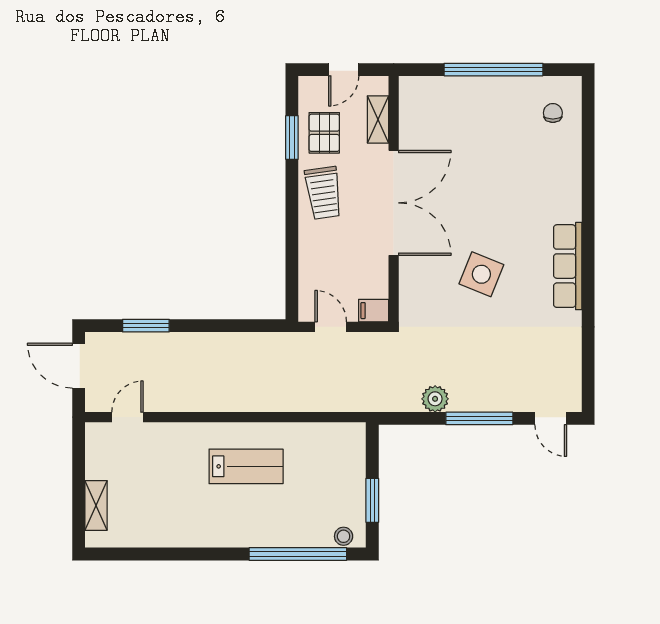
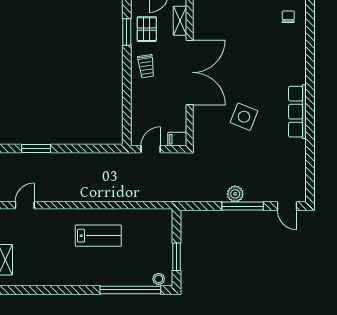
trolley: (323, 193) -> (146, 66), width x0.73, depth x0.72
door: (331, 327) -> (151, 149), hinge flipped
plant: (435, 399) -> (235, 194), moved

